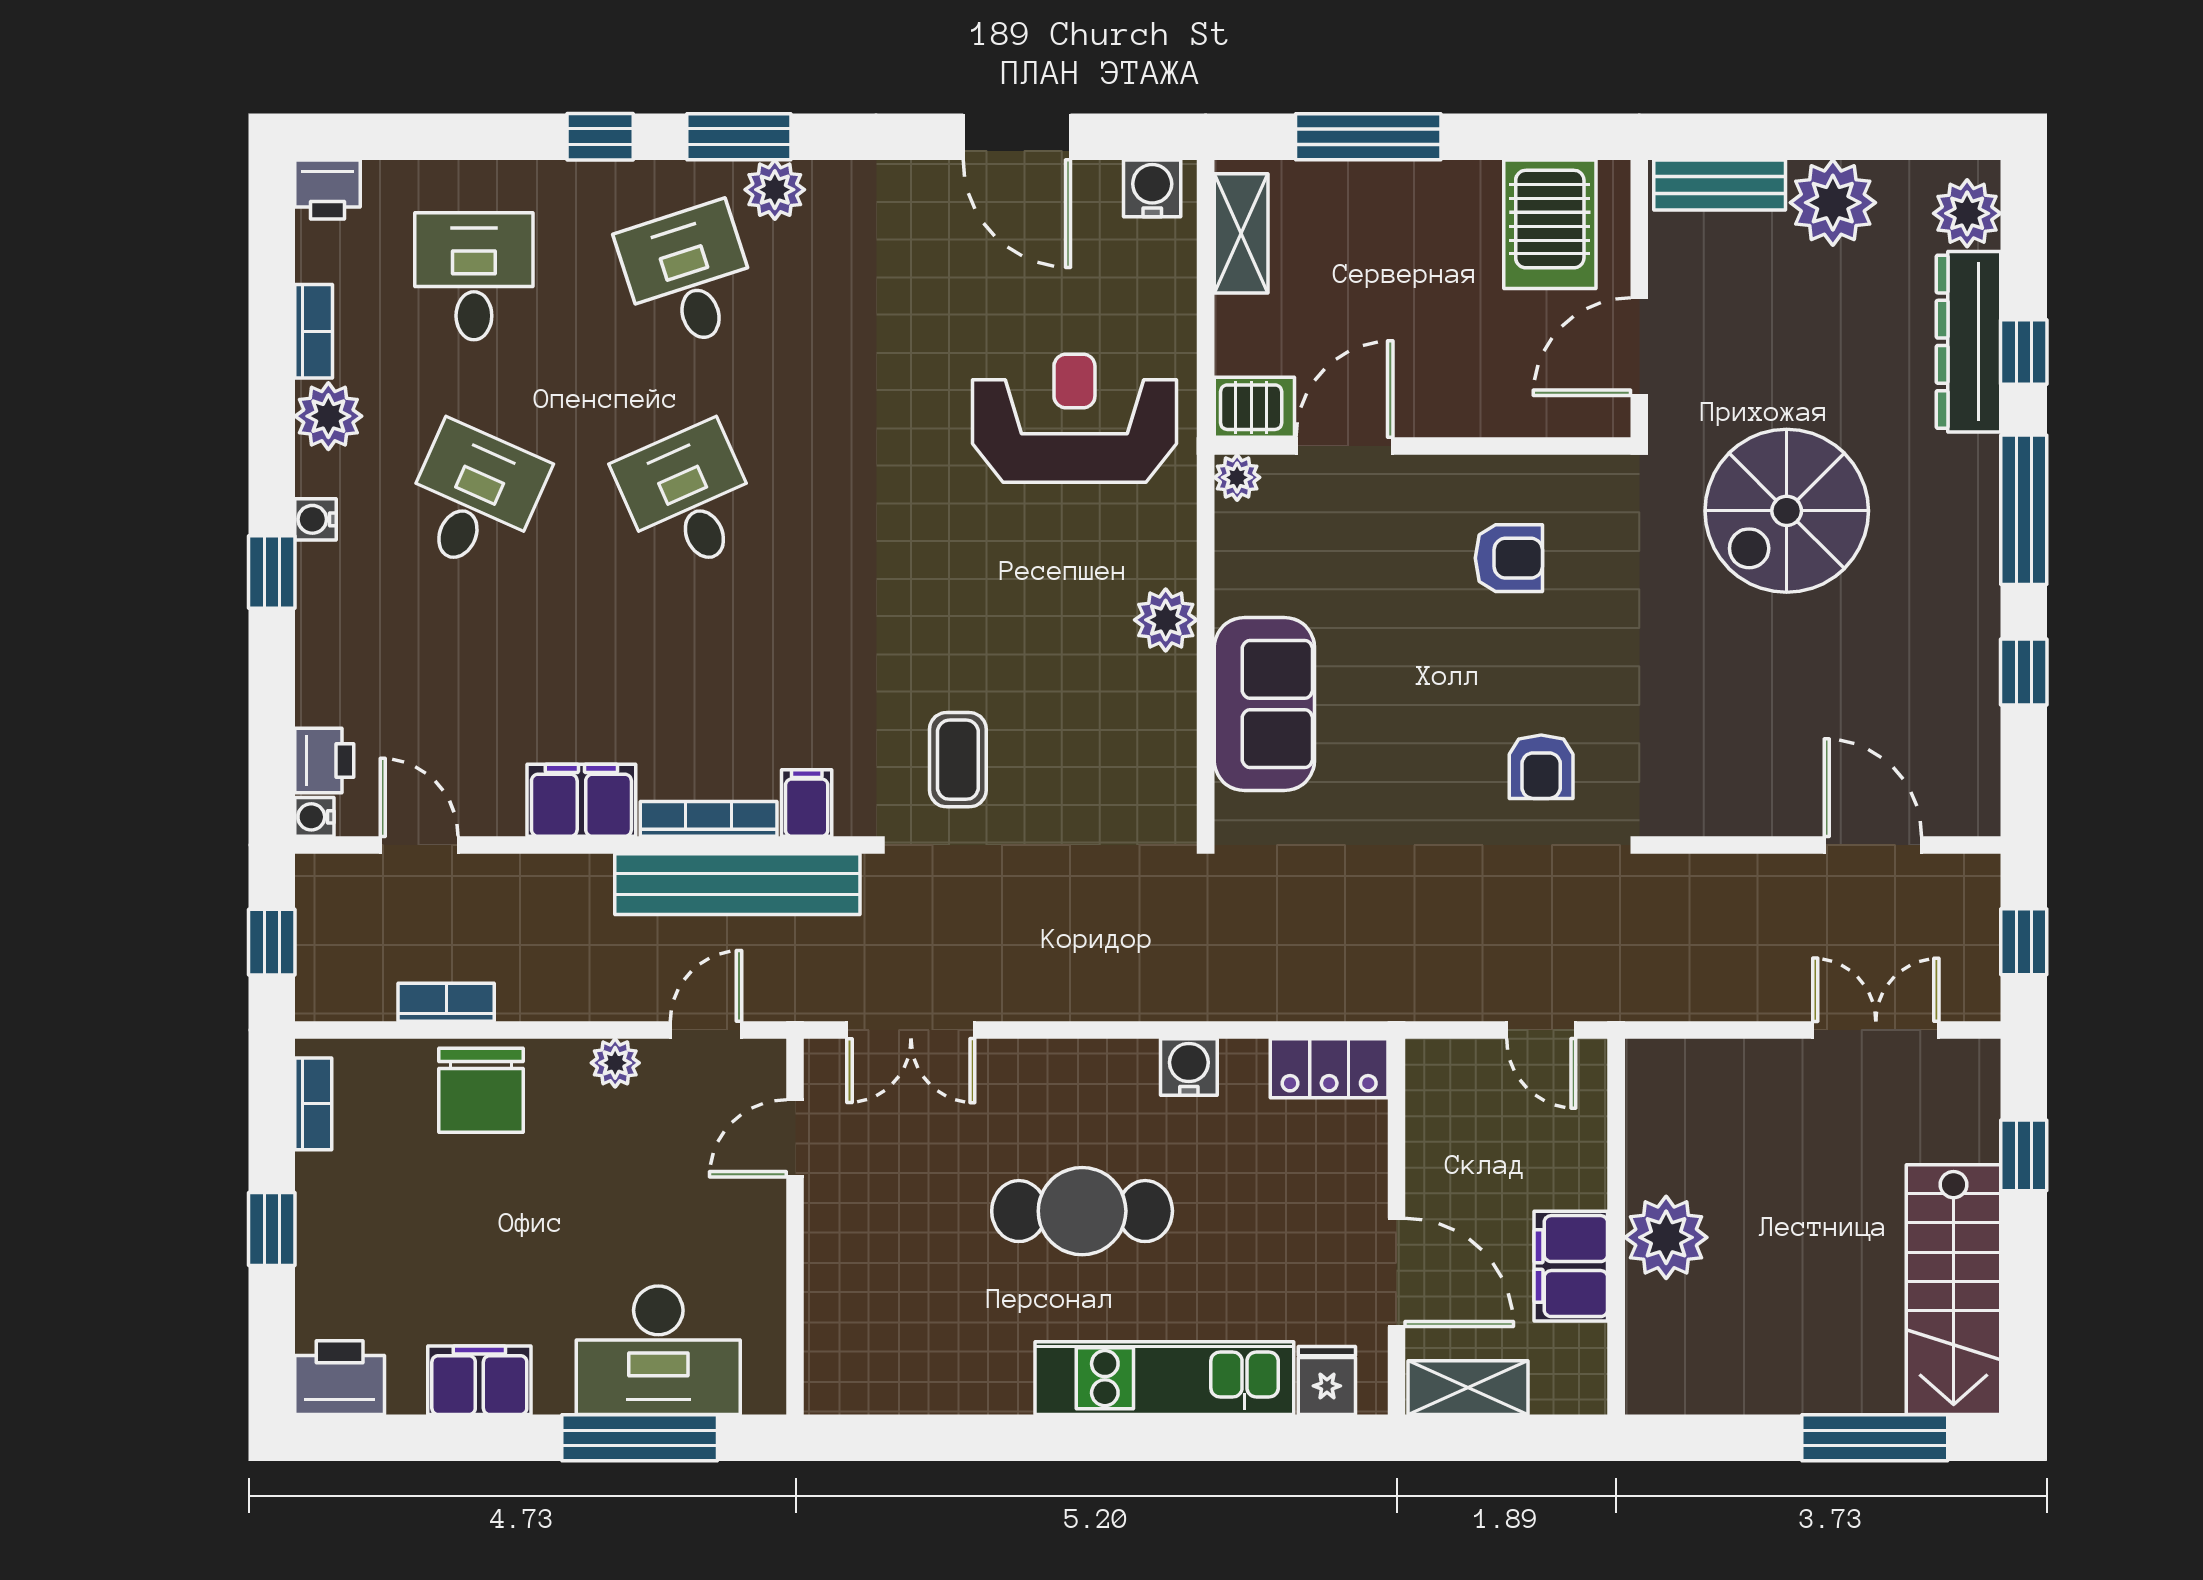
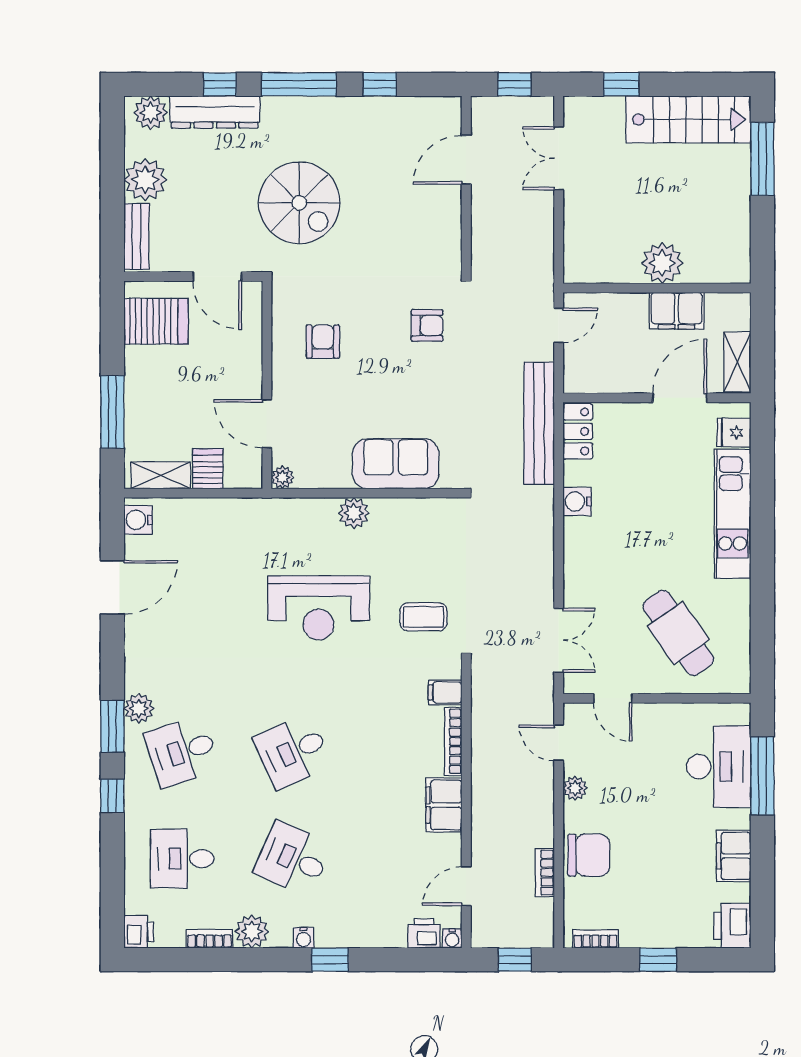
server rack: (1254, 407) -> (208, 469), moved
reception desk: (1074, 418) -> (319, 608), moved, turned -90
bench: (737, 884) -> (539, 423), moved
cafe table: (1082, 1211) -> (678, 633), moved, turned -35

